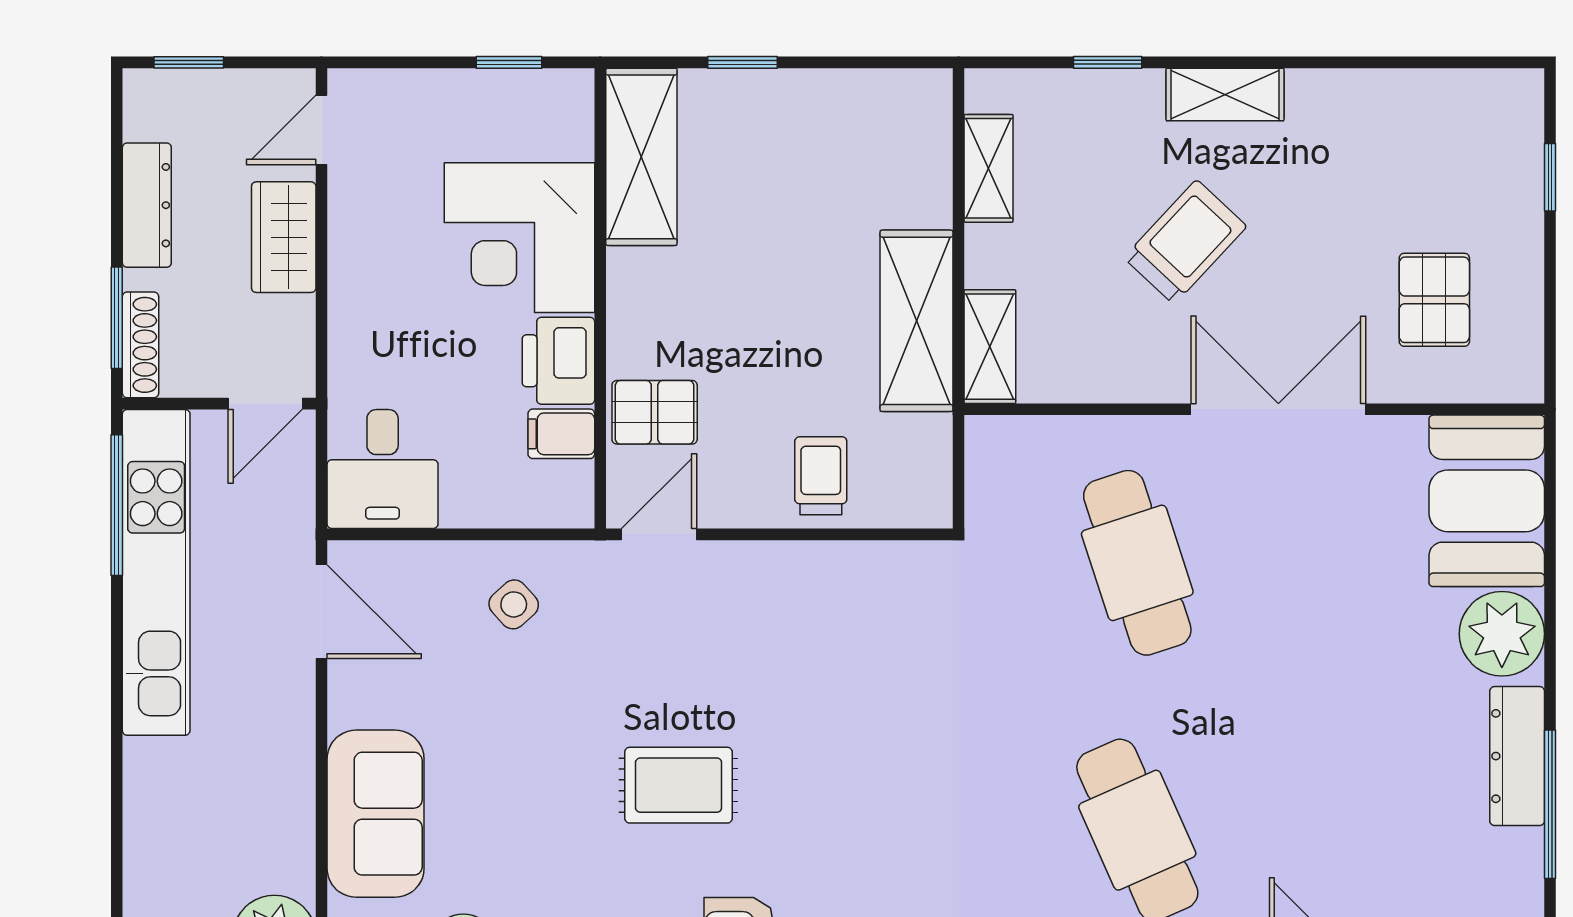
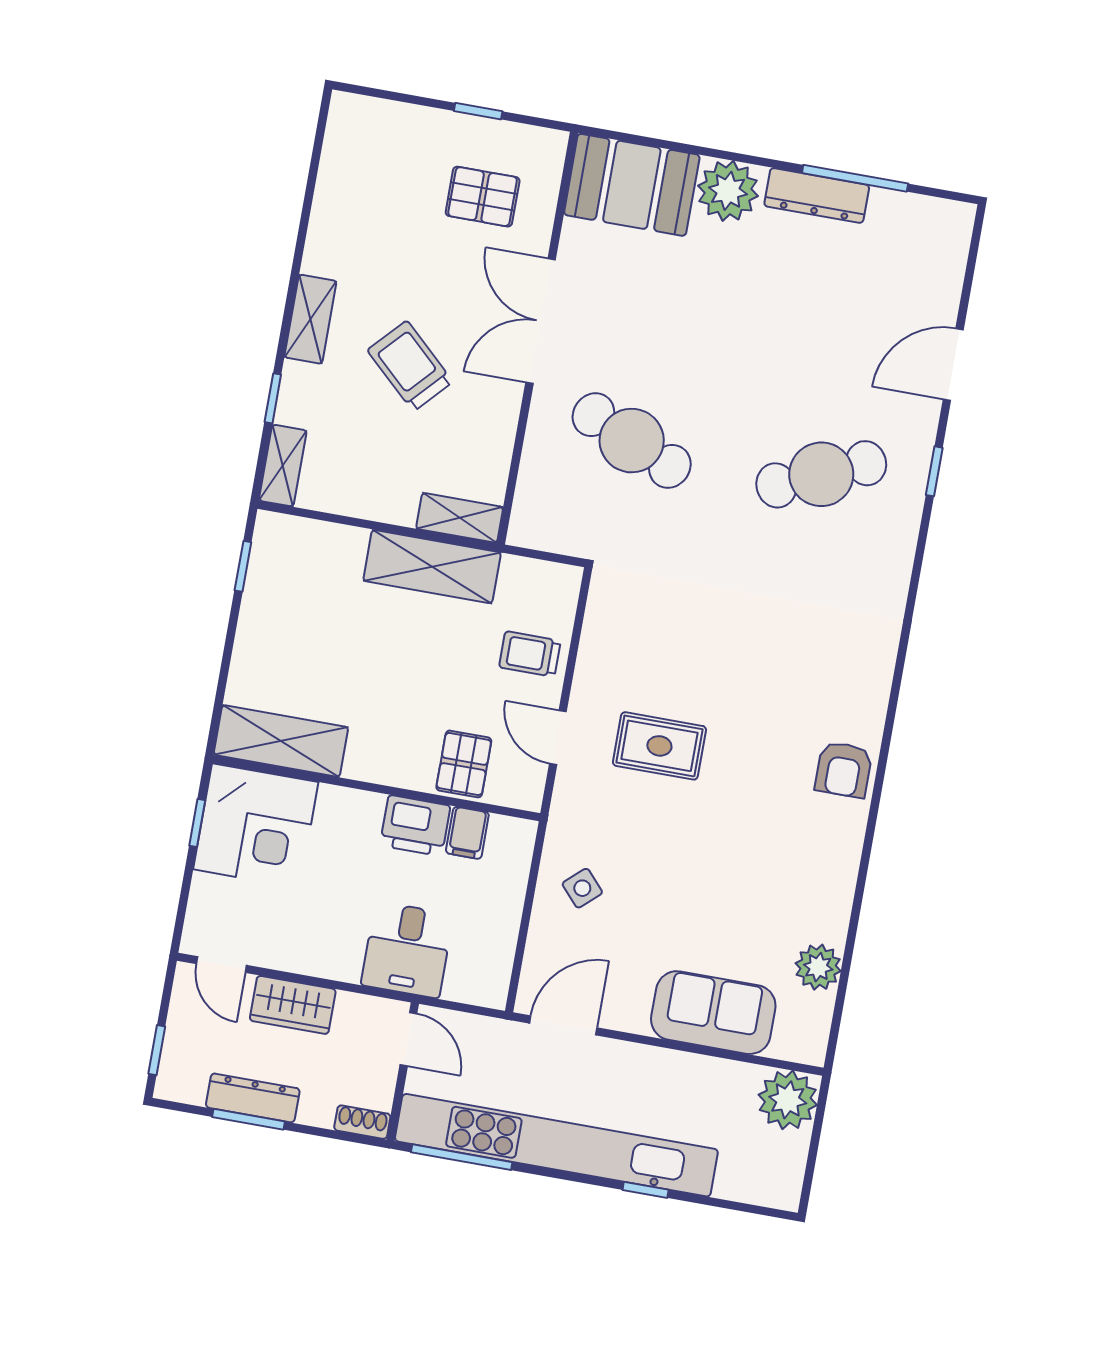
window: (742, 62) -> (243, 566), moved
shelving: (989, 168) -> (283, 466), moved, turned 90
window: (1550, 177) -> (478, 111), moved
corner desk: (519, 238) -> (256, 826), moved
window: (117, 318) -> (248, 1119), moved
shoe rack: (140, 345) -> (362, 1122), width x0.70
desk: (383, 469) -> (407, 950), moved, turned 90
door: (659, 534) -> (558, 738), moved
cafe table: (1137, 563) -> (632, 441), turned 42
kitchen unit: (156, 572) -> (556, 1145), width x1.36
window: (117, 764) -> (646, 1190), added
rug: (679, 785) -> (659, 746), moved, turned 90

